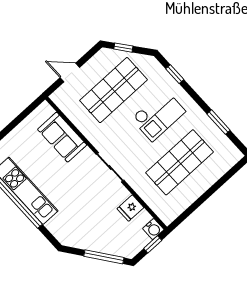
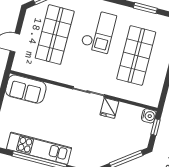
sofa: (62, 137) -> (26, 89), moved
fridge: (130, 208) -> (109, 108), moved

